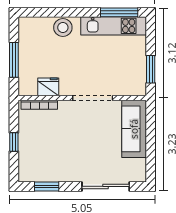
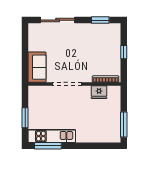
stool: (63, 28) -> (88, 135), removed
window: (14, 60) -> (124, 125), moved
window: (151, 69) -> (25, 118), moved
sofa: (134, 129) -> (37, 67), width x0.73

